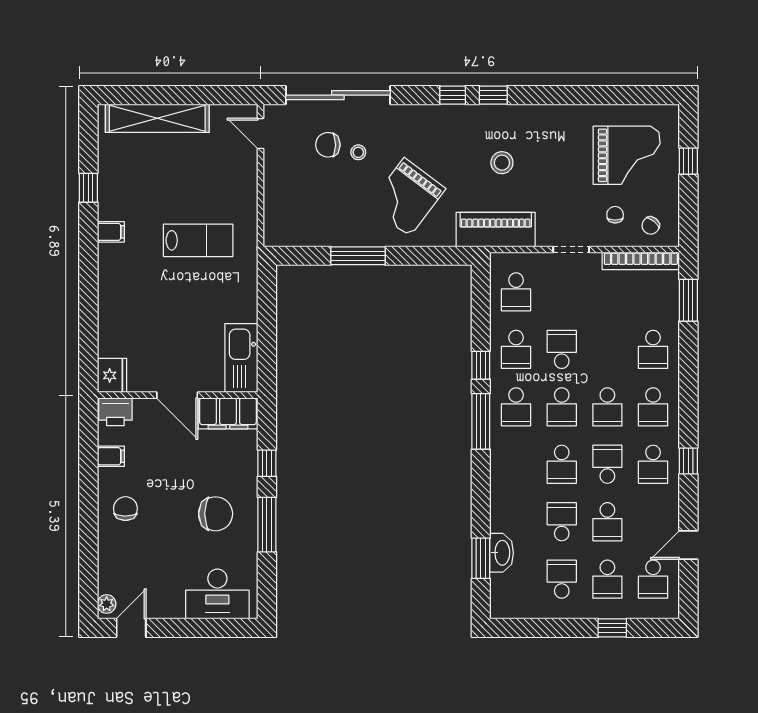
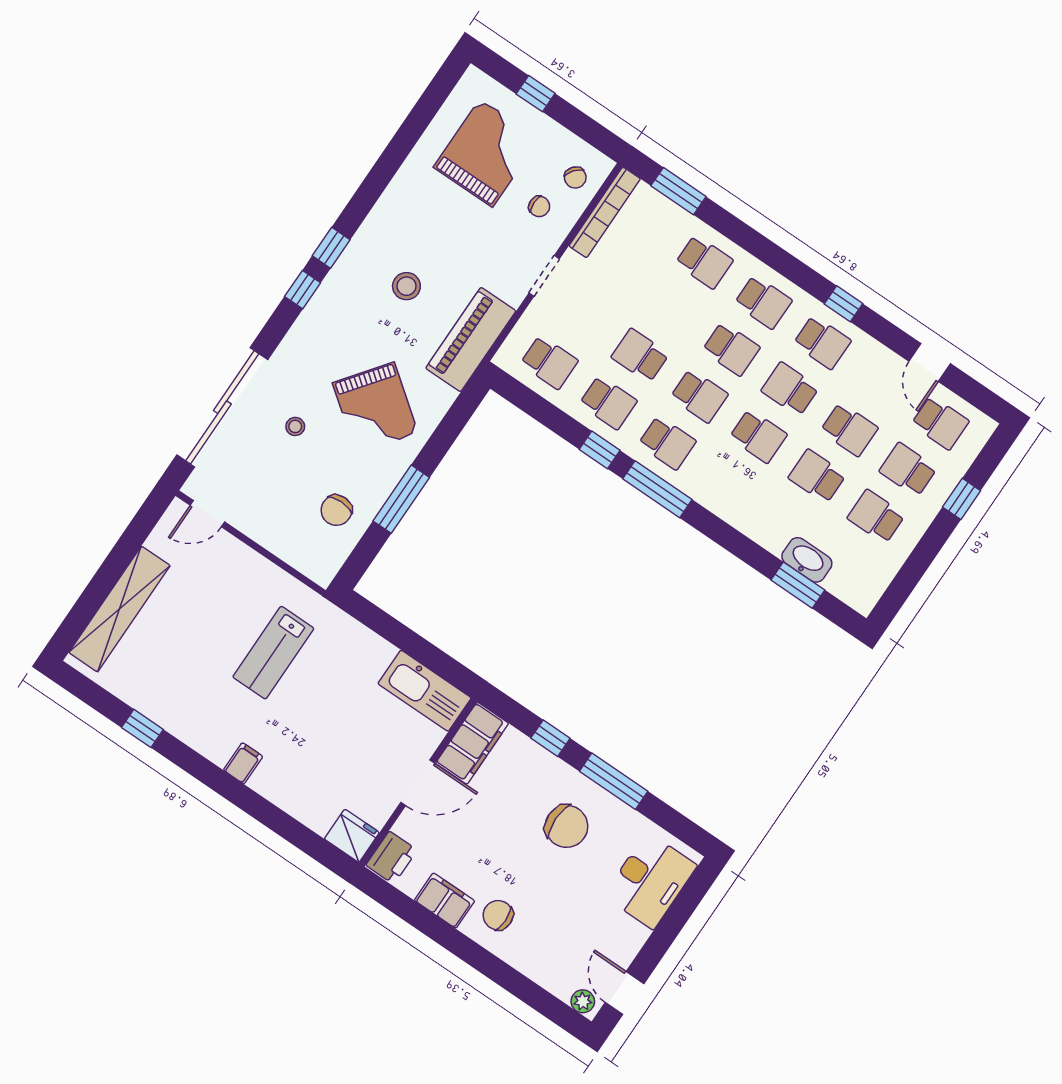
chair: (328, 145) -> (336, 510), moved
chair: (615, 215) -> (539, 206), turned 180
filing cabinet: (111, 232) -> (243, 763), moved
lab bench: (198, 240) -> (273, 653), turned 180
filing cabinet: (111, 456) -> (445, 901), width x2.00
chair: (216, 514) -> (566, 826), turned 90
school desk: (607, 579) -> (908, 470), turned 180

